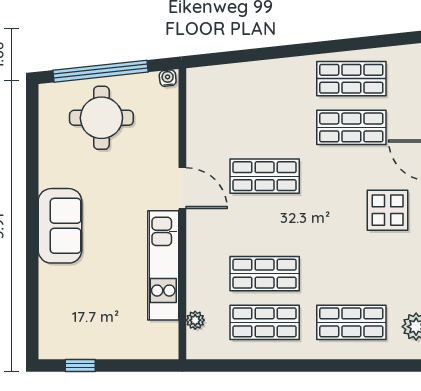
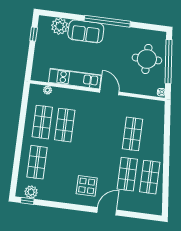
shop shelf: (265, 176) -> (133, 134), moved
door: (182, 188) -> (109, 92), swing flipped
window: (32, 213) -> (107, 21), added
sofa: (60, 226) -> (86, 31), moved
plant: (56, 312) -> (60, 26), added

